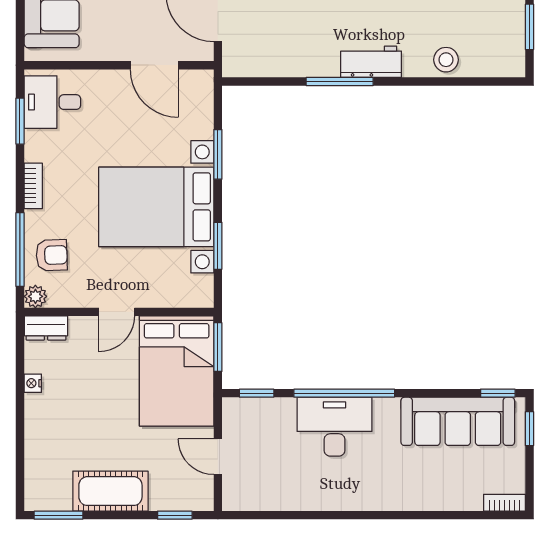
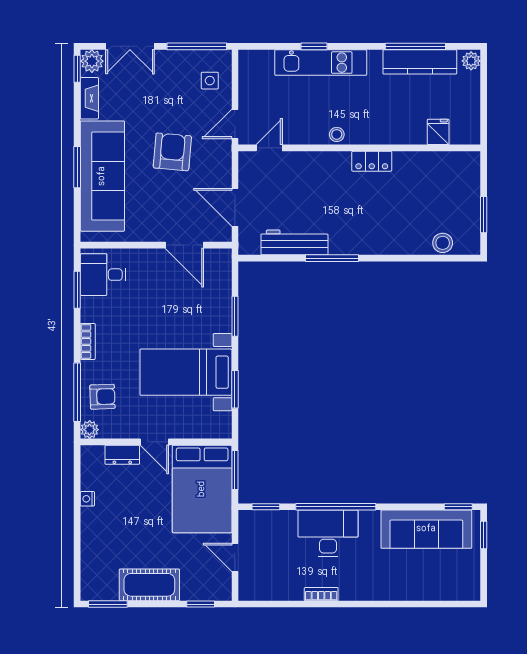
stool: (446, 60) -> (443, 243), moved
workbench: (371, 62) -> (294, 242), moved, width x1.38
bed with nightstands: (156, 207) -> (186, 372), width x0.73
door: (117, 312) -> (154, 442), hinge flipped
dresser: (46, 328) -> (122, 455), moved
bookcase: (504, 503) -> (321, 594), moved

